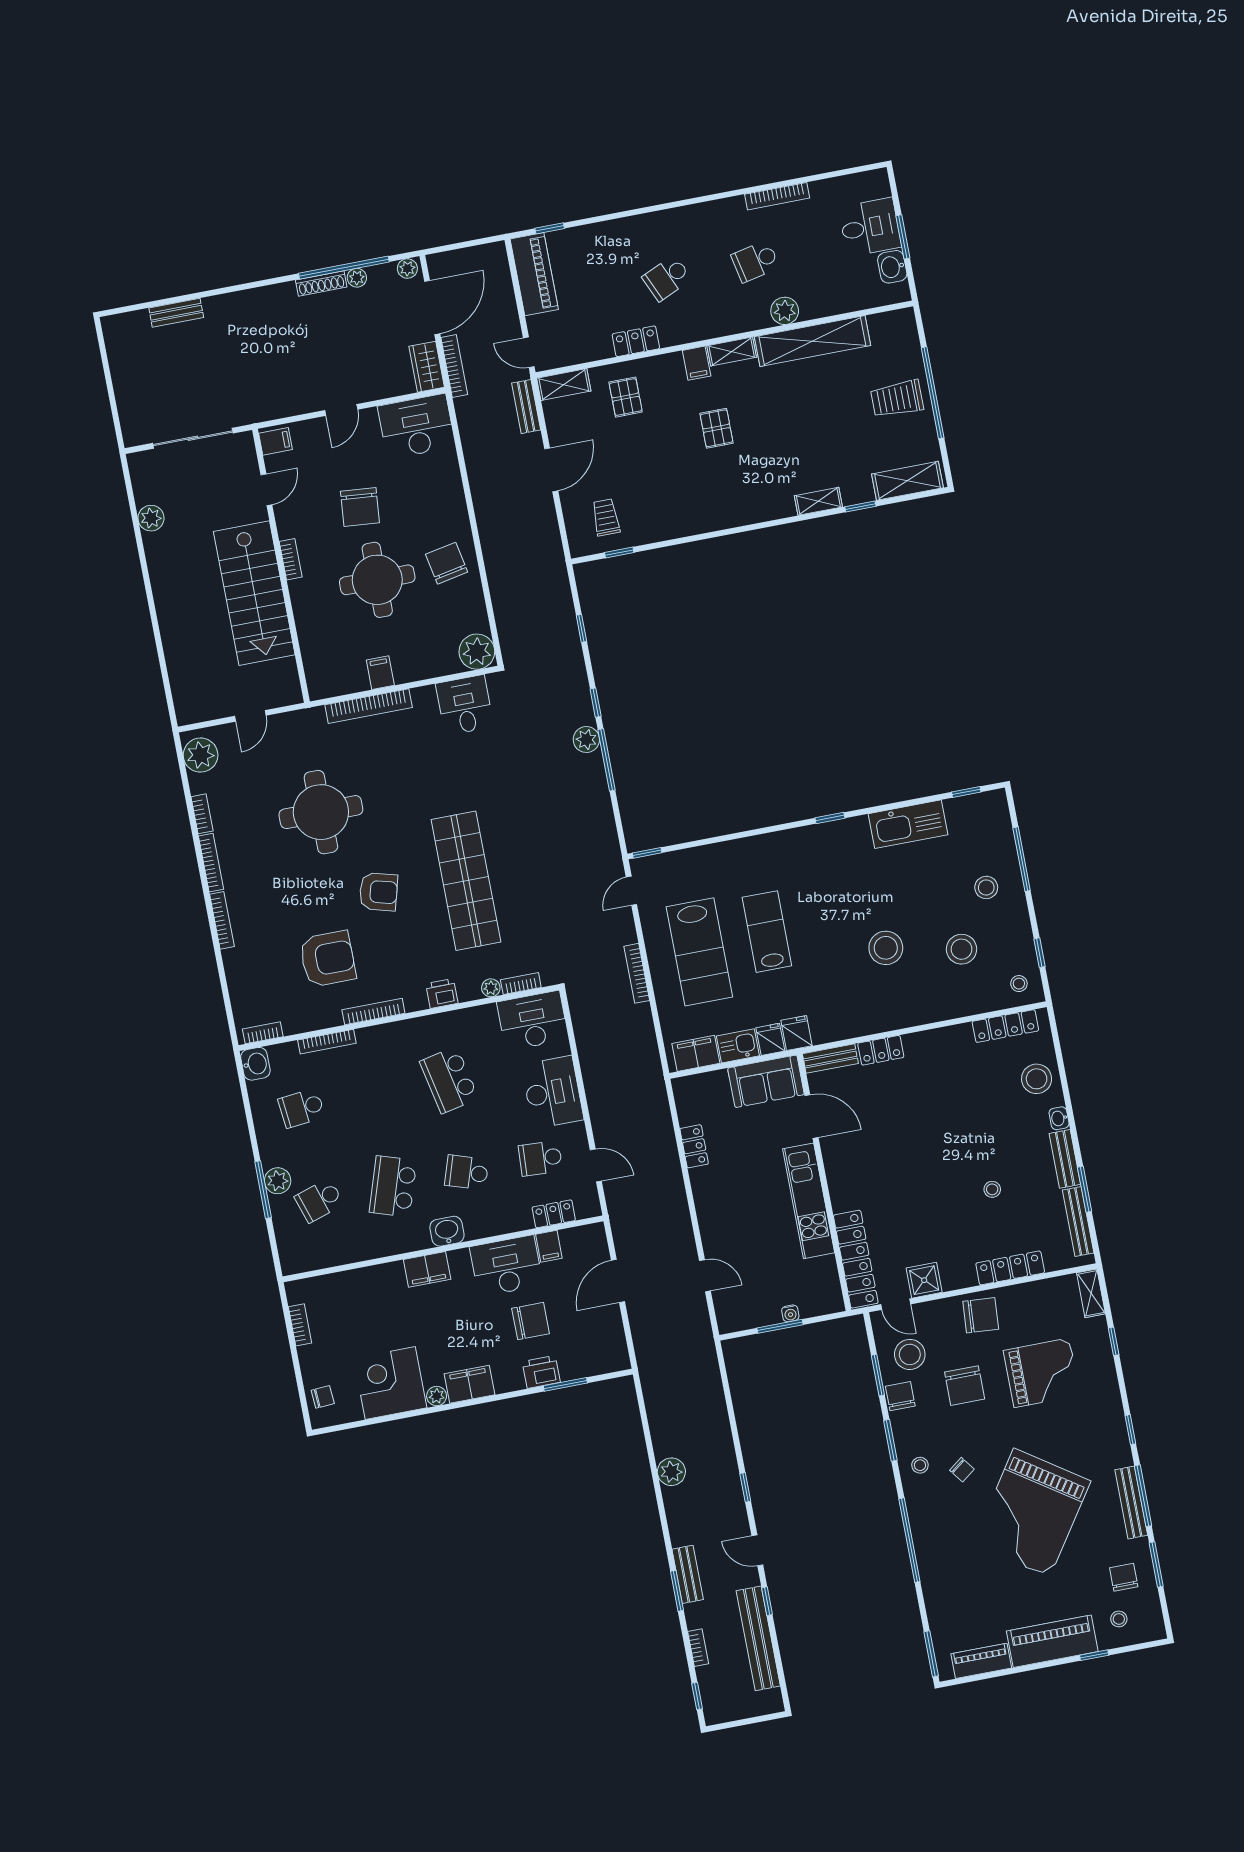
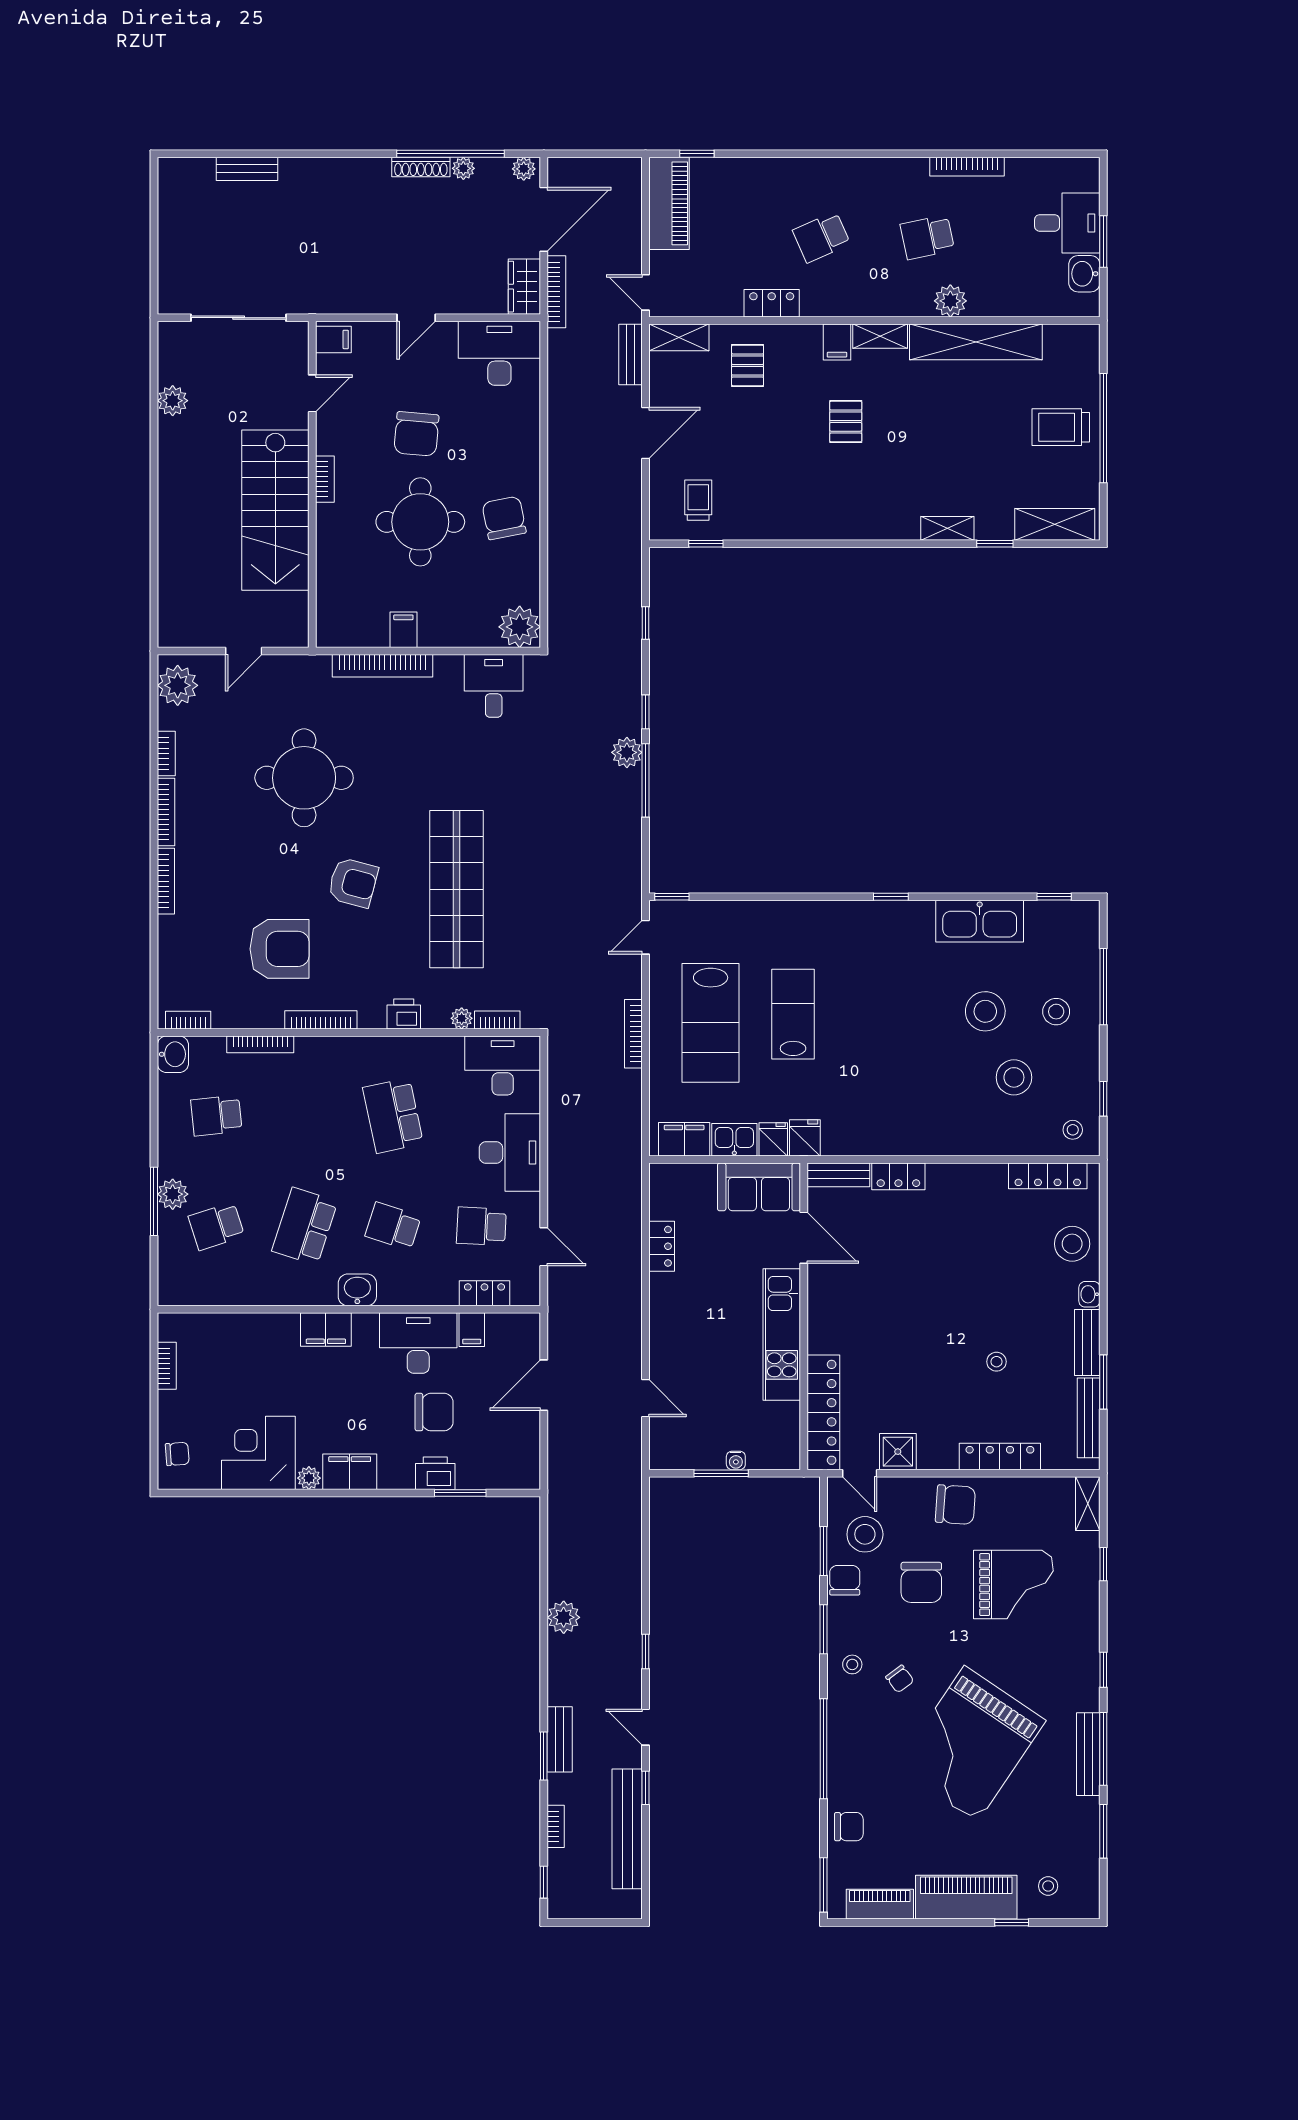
stool: (886, 948) -> (985, 1011), moved
chair: (1124, 1577) -> (849, 1827), moved, turned 90

